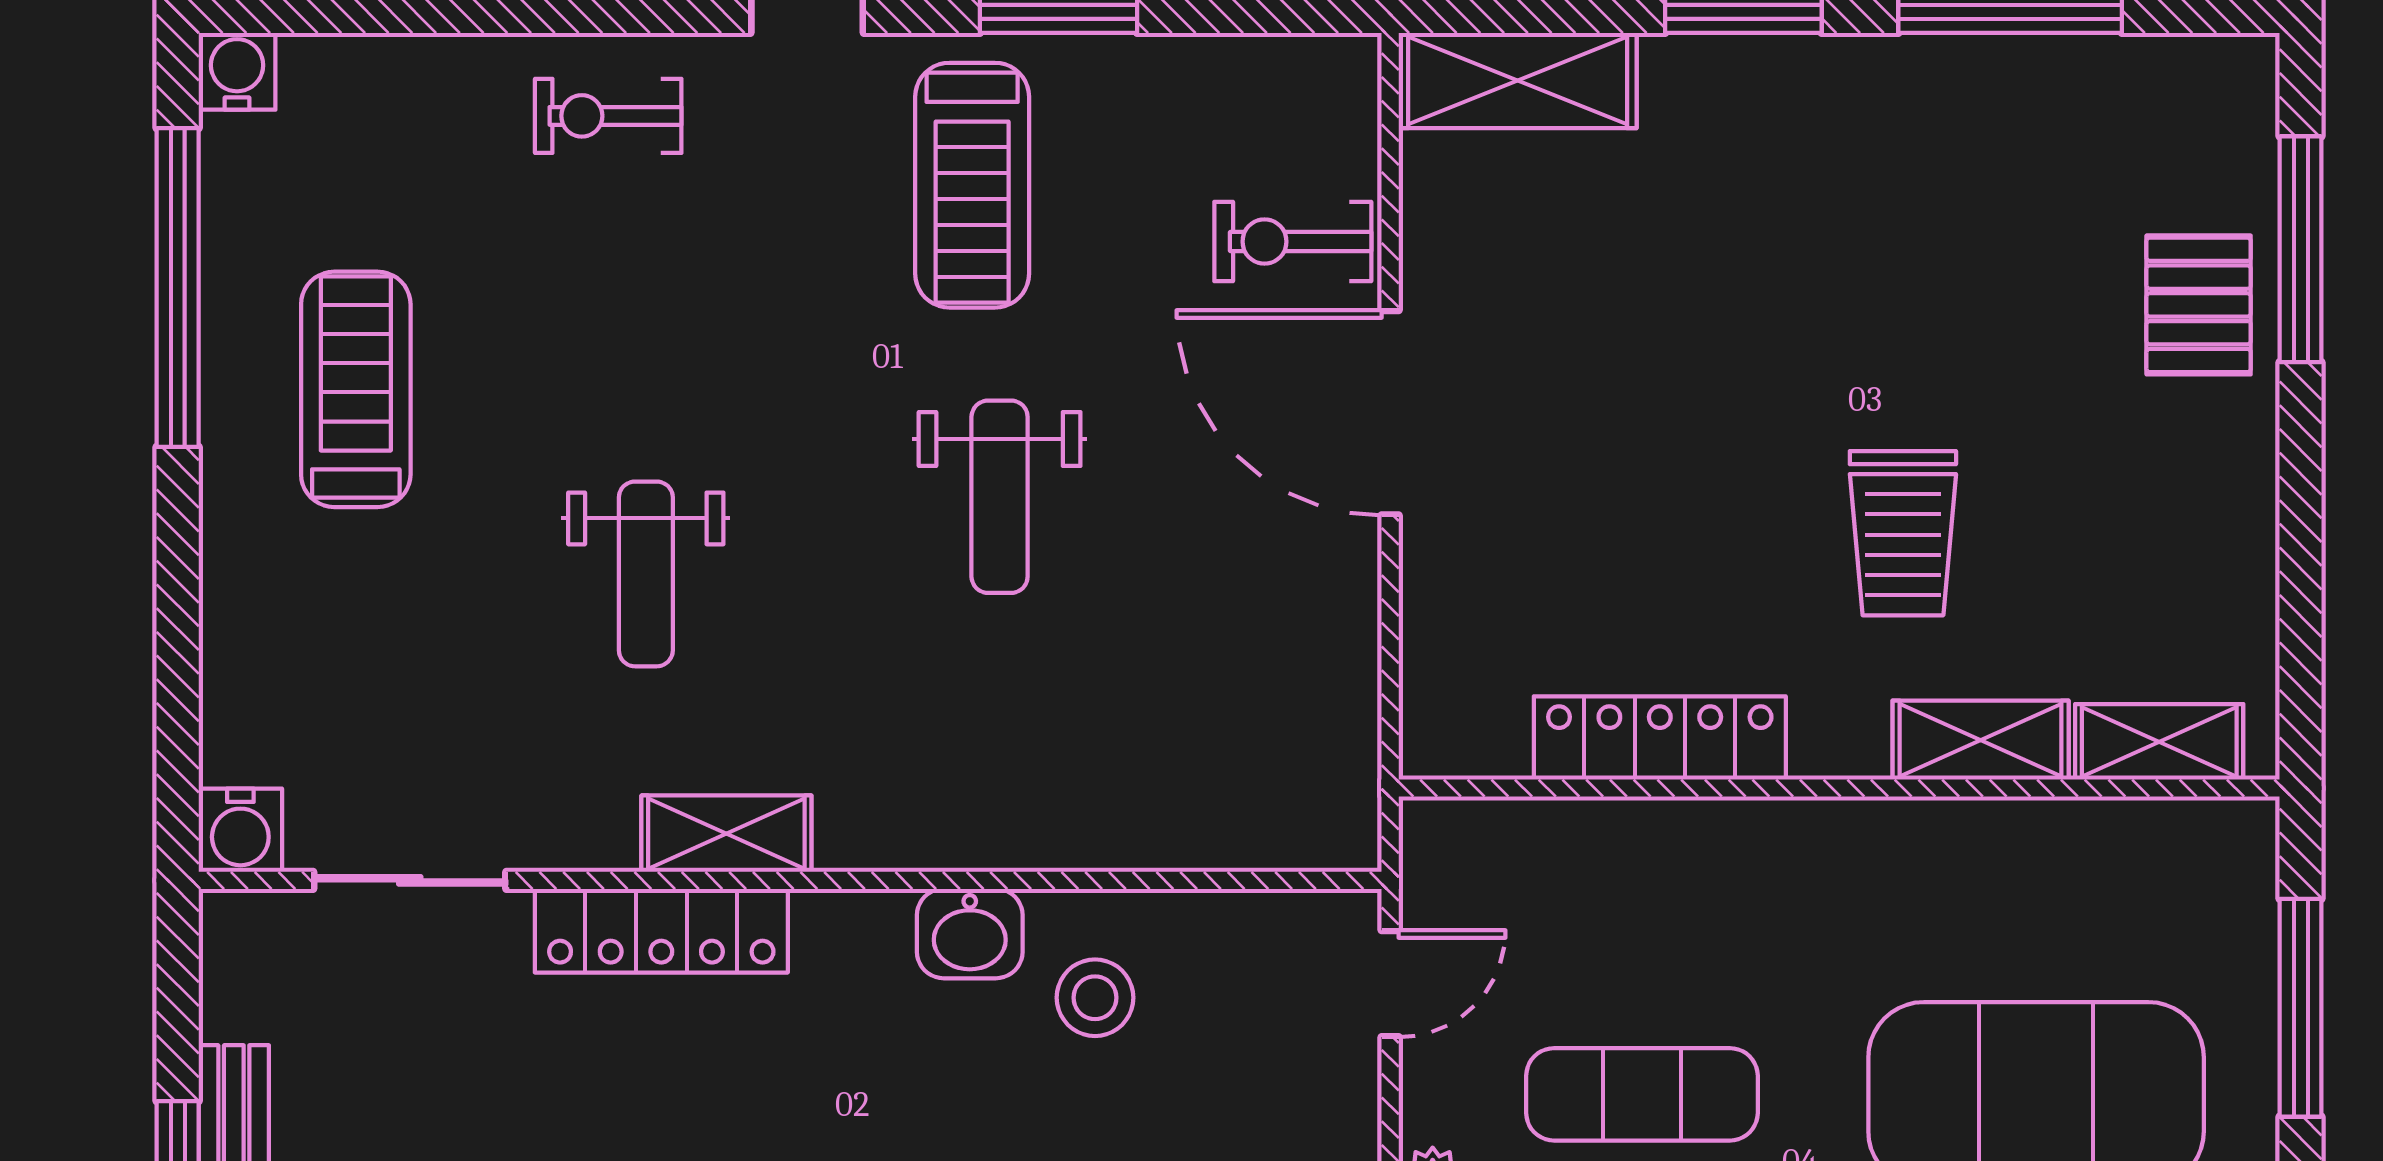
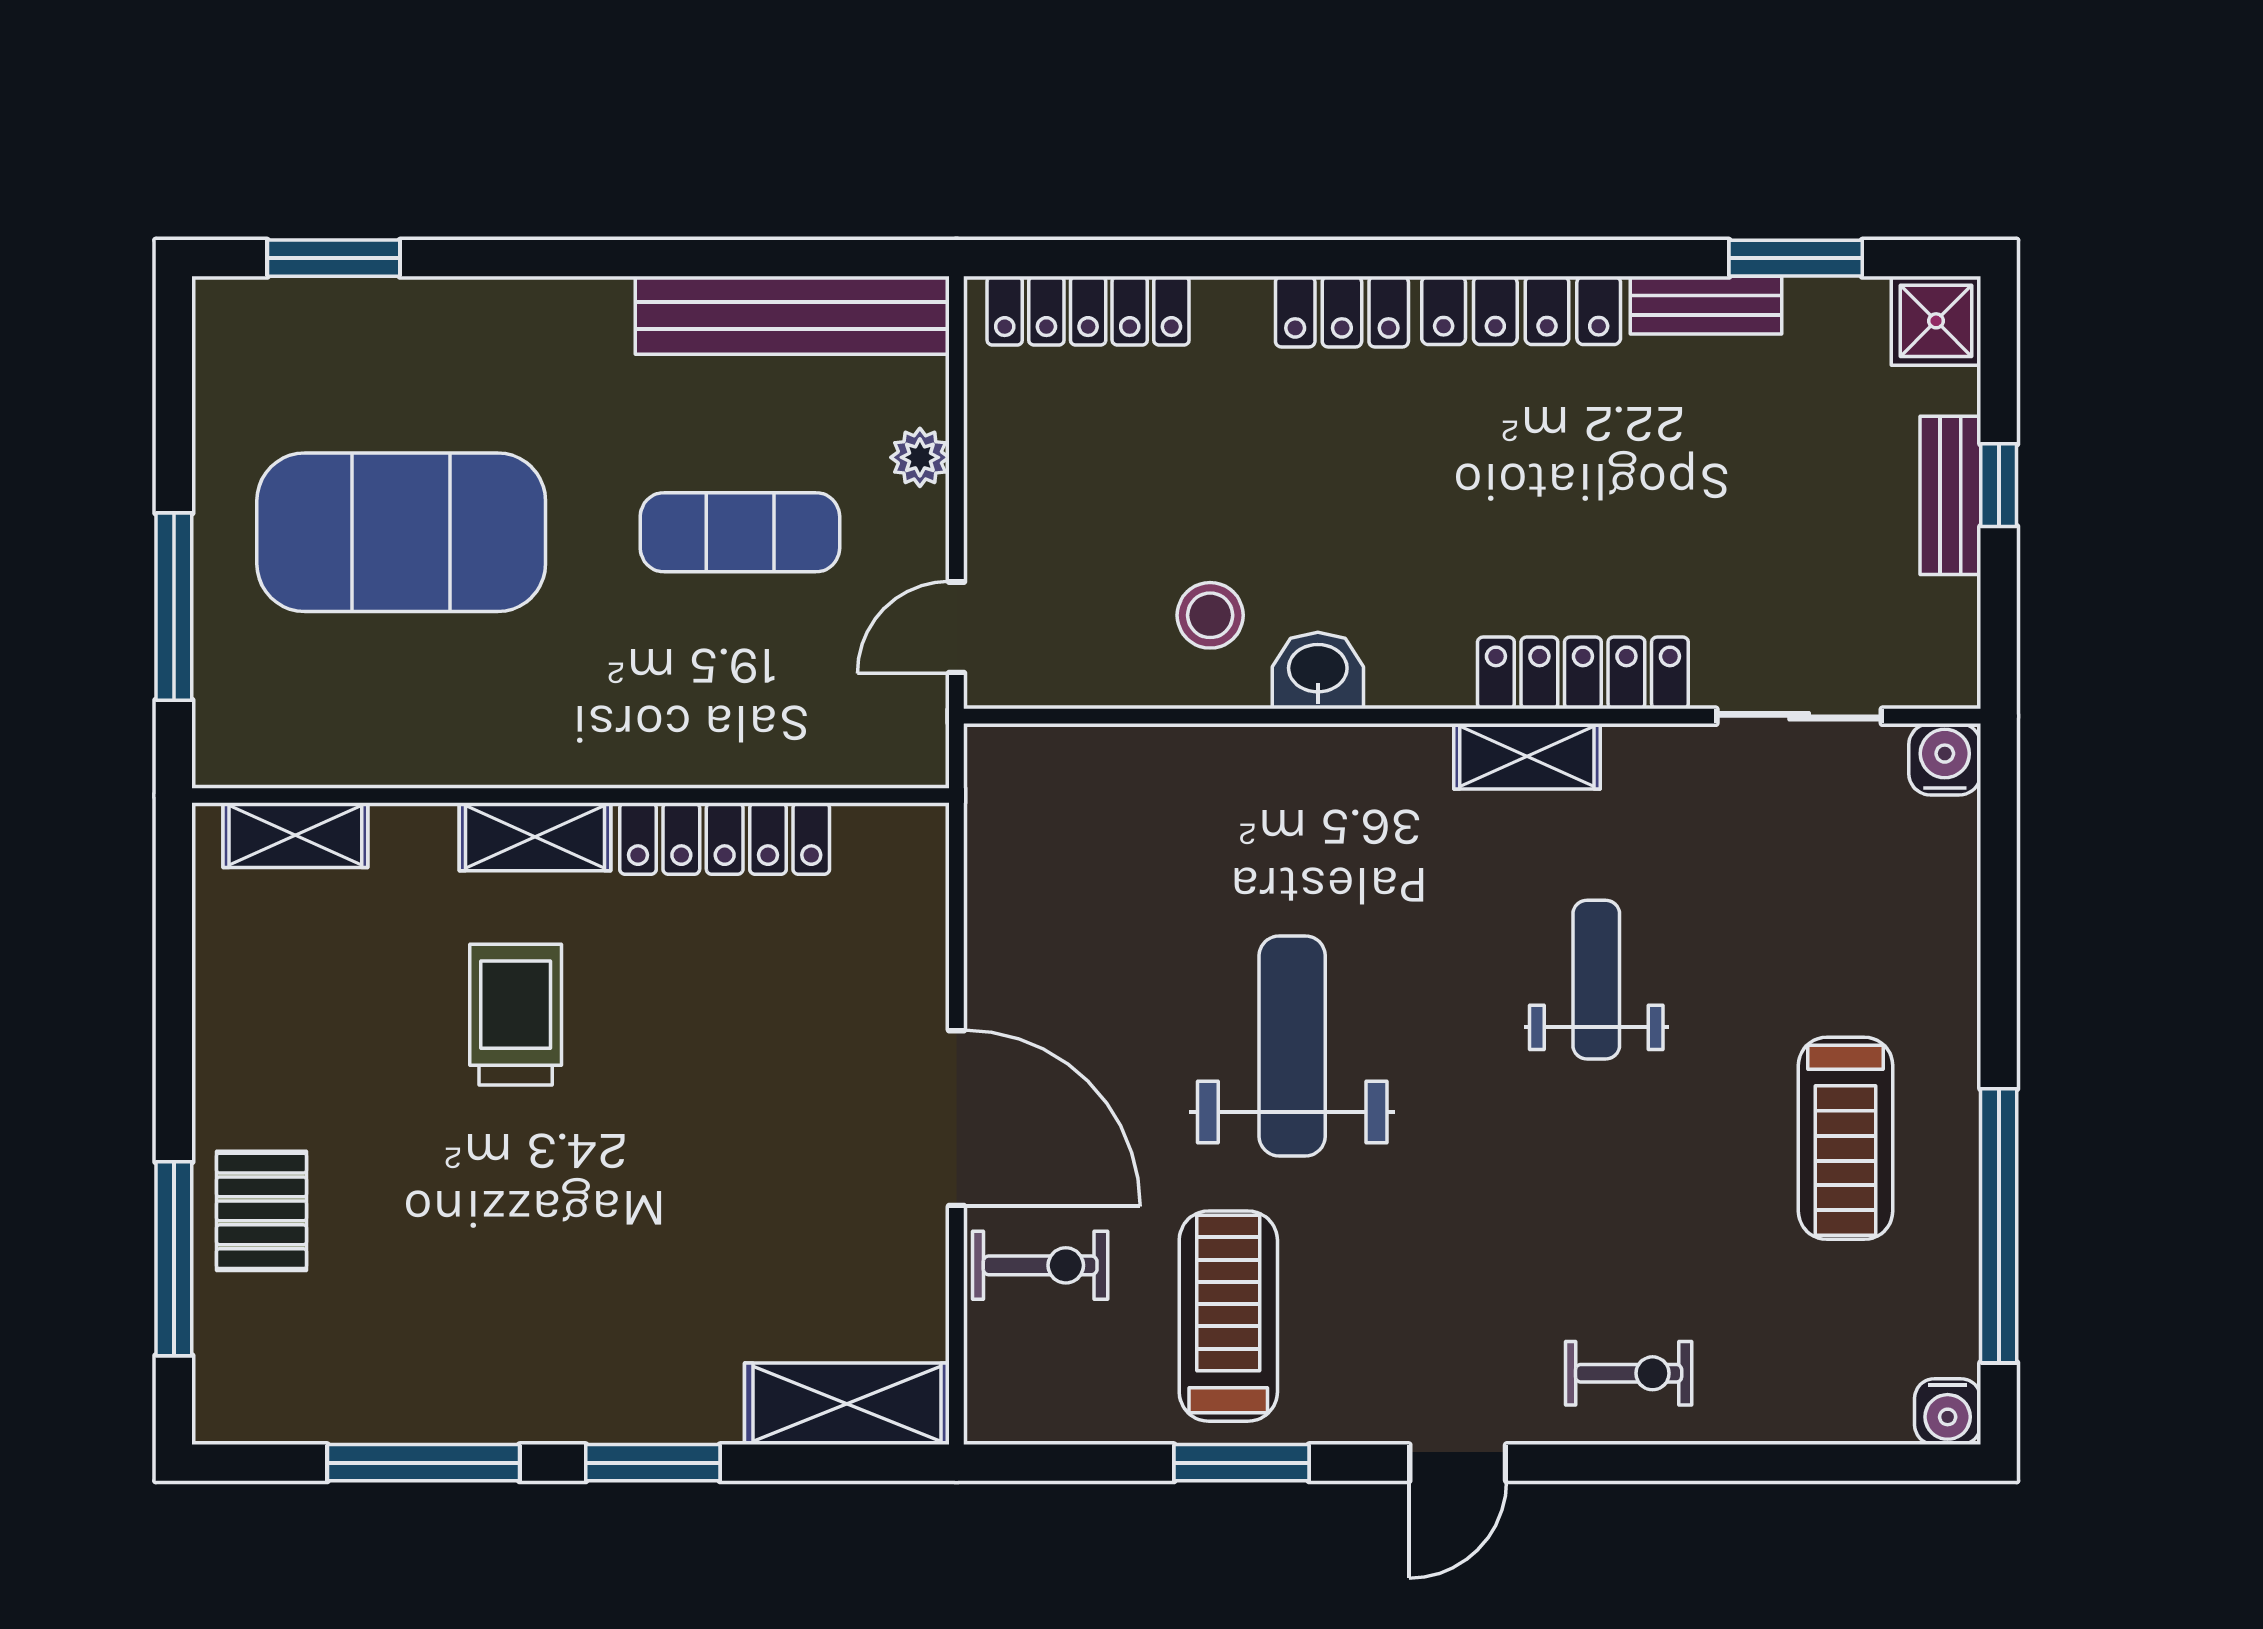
treadmill: (972, 185) -> (1228, 1316), moved
weight bench: (1000, 497) -> (1292, 1046), width x1.36, depth x1.33
shelving: (1981, 740) -> (535, 837), moved

